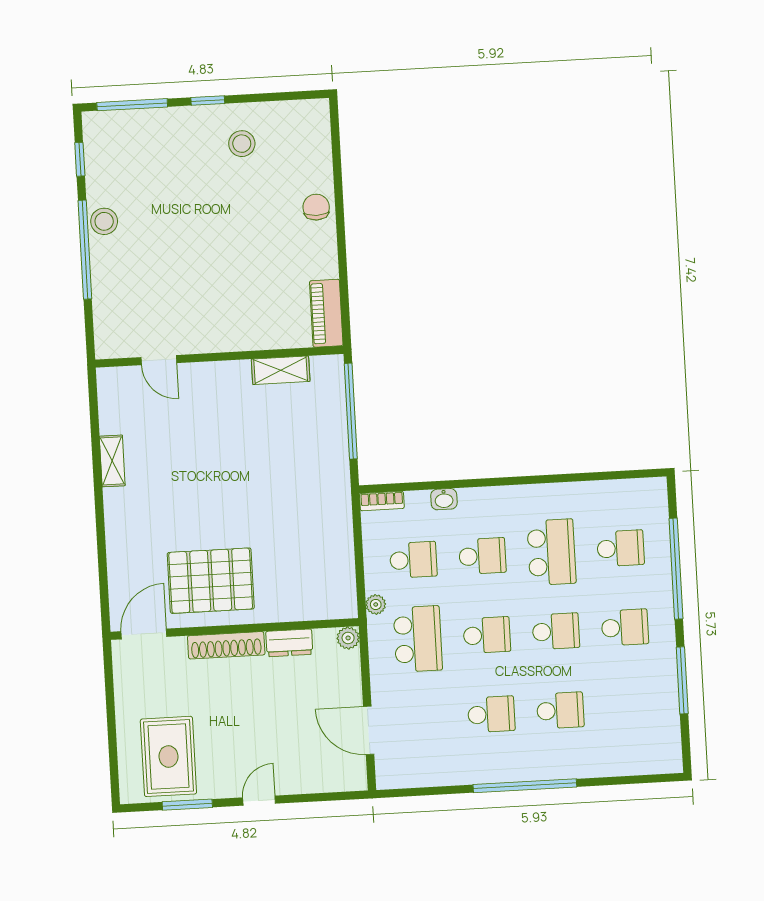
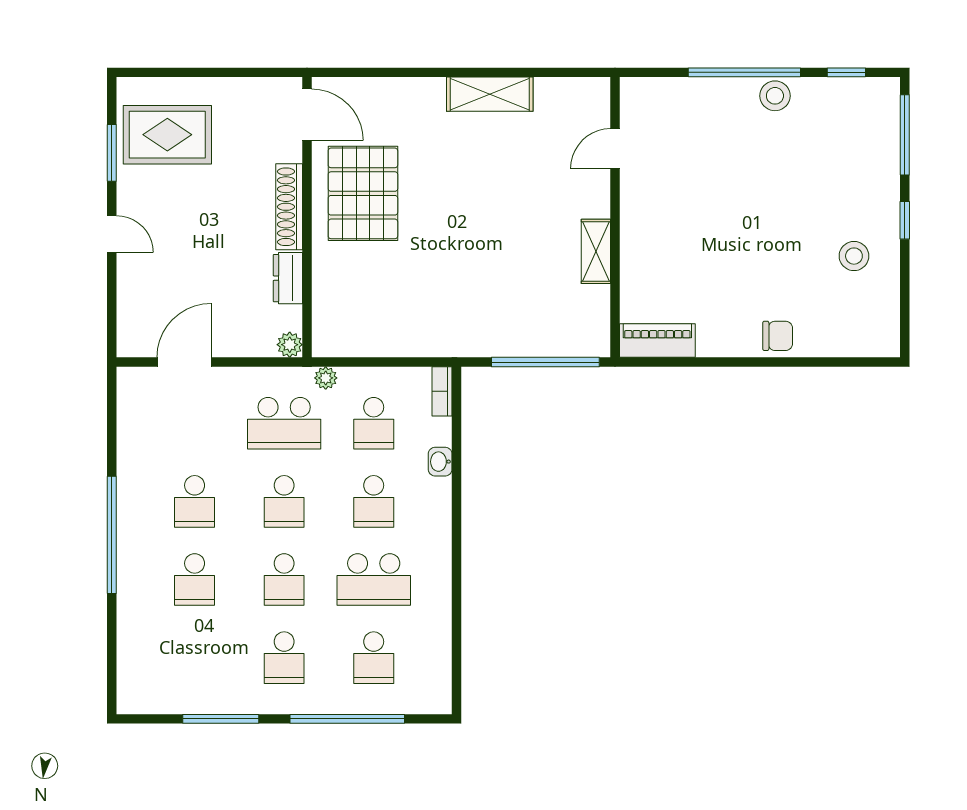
shelving: (281, 370) -> (596, 251), moved
shelving: (112, 461) -> (490, 94), width x1.50, depth x1.33

